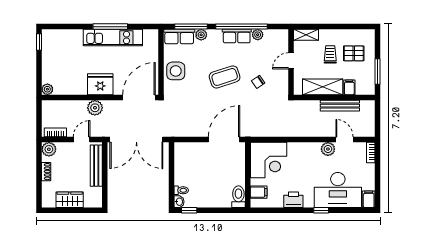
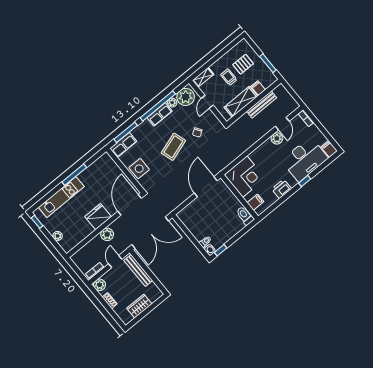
plant: (201, 35) -> (186, 97), moved, width x1.87, depth x1.87
kitchen unit: (113, 38) -> (61, 197), moved
plant: (47, 89) -> (58, 236), moved
door: (344, 139) -> (282, 124), swing flipped

